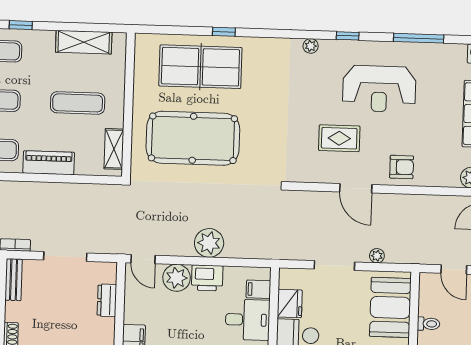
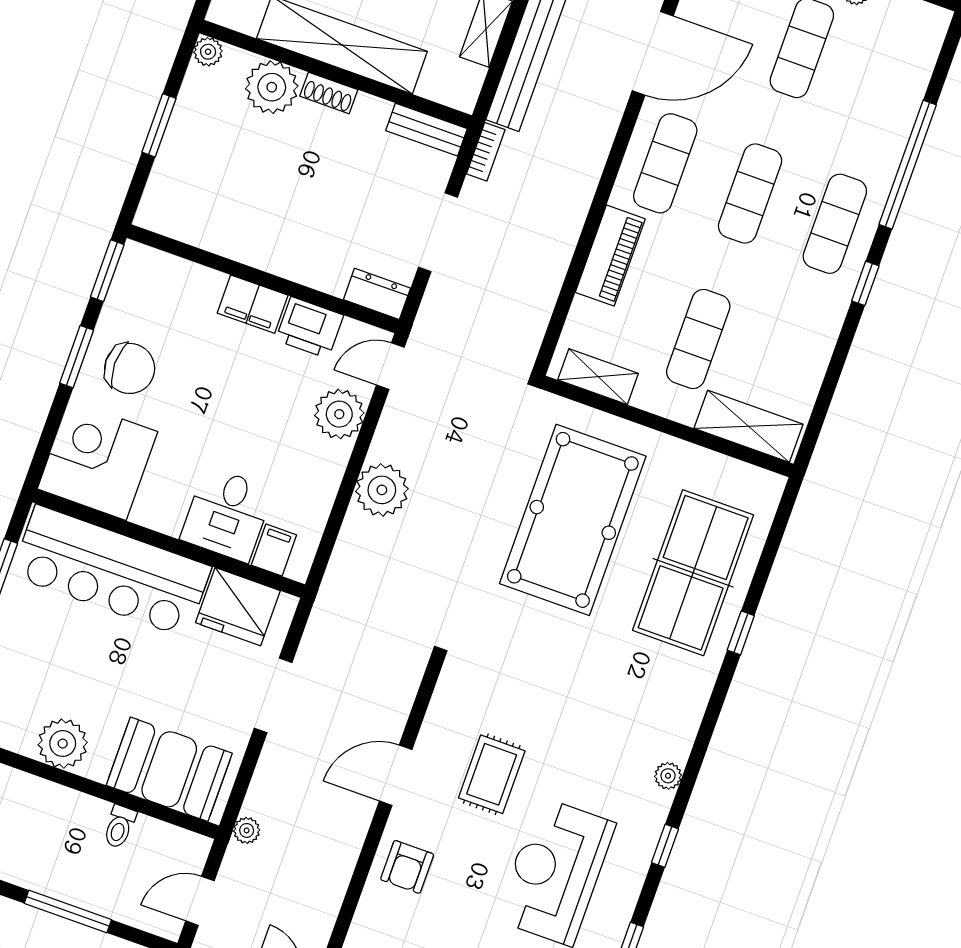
shelving: (84, 42) -> (749, 426), moved, turned 90
plant: (377, 256) -> (247, 830), moved
printer: (207, 278) -> (310, 328), moved, turned -90
dresser: (107, 300) -> (377, 294), moved
fridge: (290, 304) -> (238, 607), width x1.36, depth x1.34

